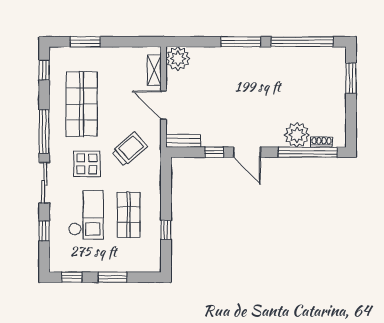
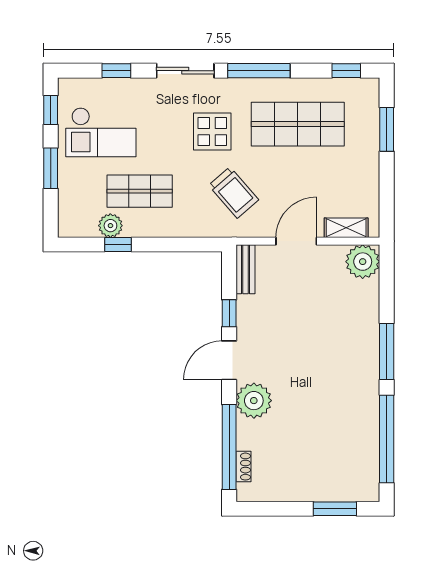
plant: (297, 135) -> (254, 401), moved
checkout: (86, 215) -> (101, 132), moved
plant: (153, 235) -> (110, 226), added

